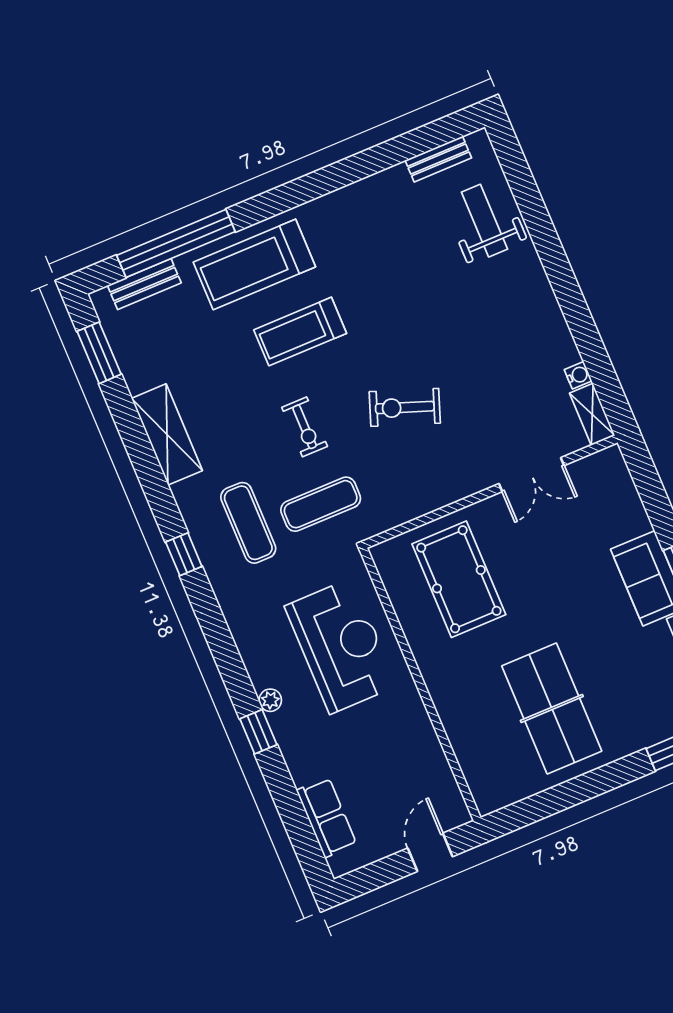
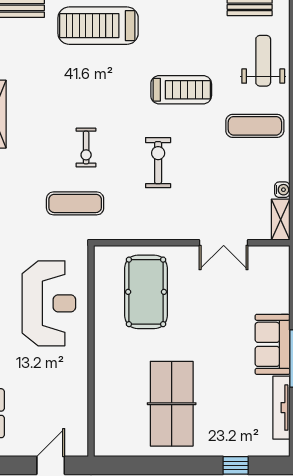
treadmill: (300, 332) -> (181, 90), moved, turned 180
exercise bike: (405, 407) -> (158, 163), turned 70
exercise mat: (248, 523) -> (255, 126), moved, turned 90

